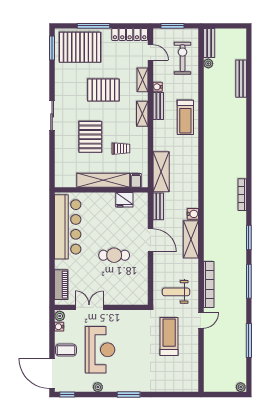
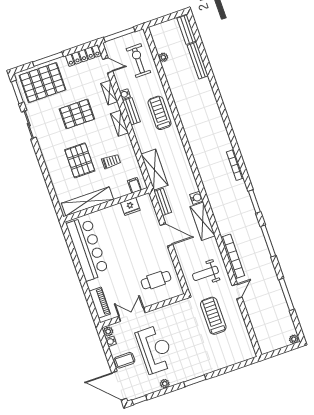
window: (173, 26) -> (119, 34), width x1.44
bench: (209, 43) -> (187, 30), moved
sliding door: (52, 115) -> (29, 125), moved
treadmill: (185, 117) -> (159, 113), turned 180
shelving: (103, 180) -> (88, 201), moved
cafe table: (114, 255) -> (156, 280), moved

